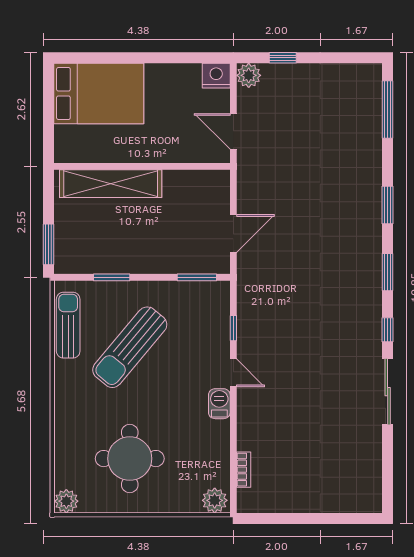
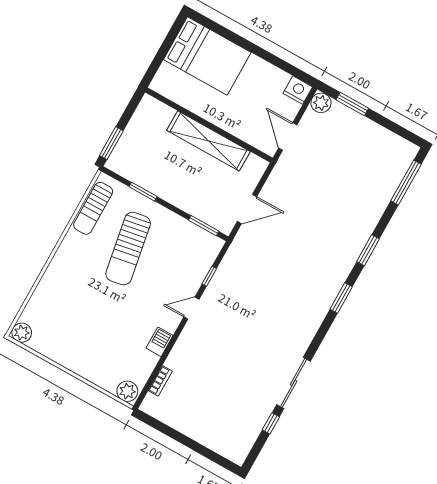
window: (283, 58) -> (352, 104), width x1.50
shelving: (111, 184) -> (208, 141), moved
sun lounger: (68, 325) -> (93, 208), turned 180
window: (388, 330) -> (271, 423), moved
sun lounger: (130, 347) -> (128, 249), turned -50
door: (233, 373) -> (191, 308), swing flipped
barbecue: (219, 404) -> (159, 342), moved
round table: (130, 459) -> (84, 328), removed

